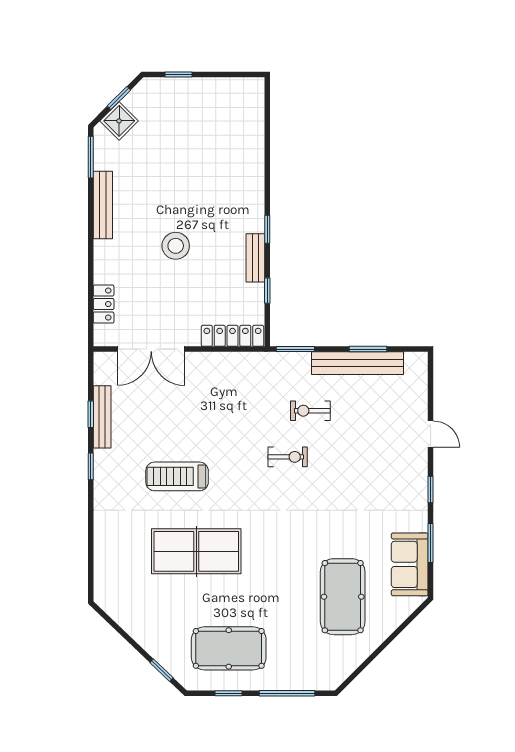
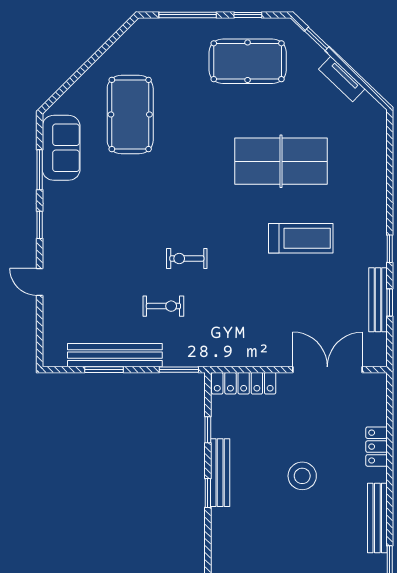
bench: (255, 258) -> (220, 473), width x1.36
locker: (104, 304) -> (376, 447), moved
tv unit: (137, 631) -> (342, 79), added

